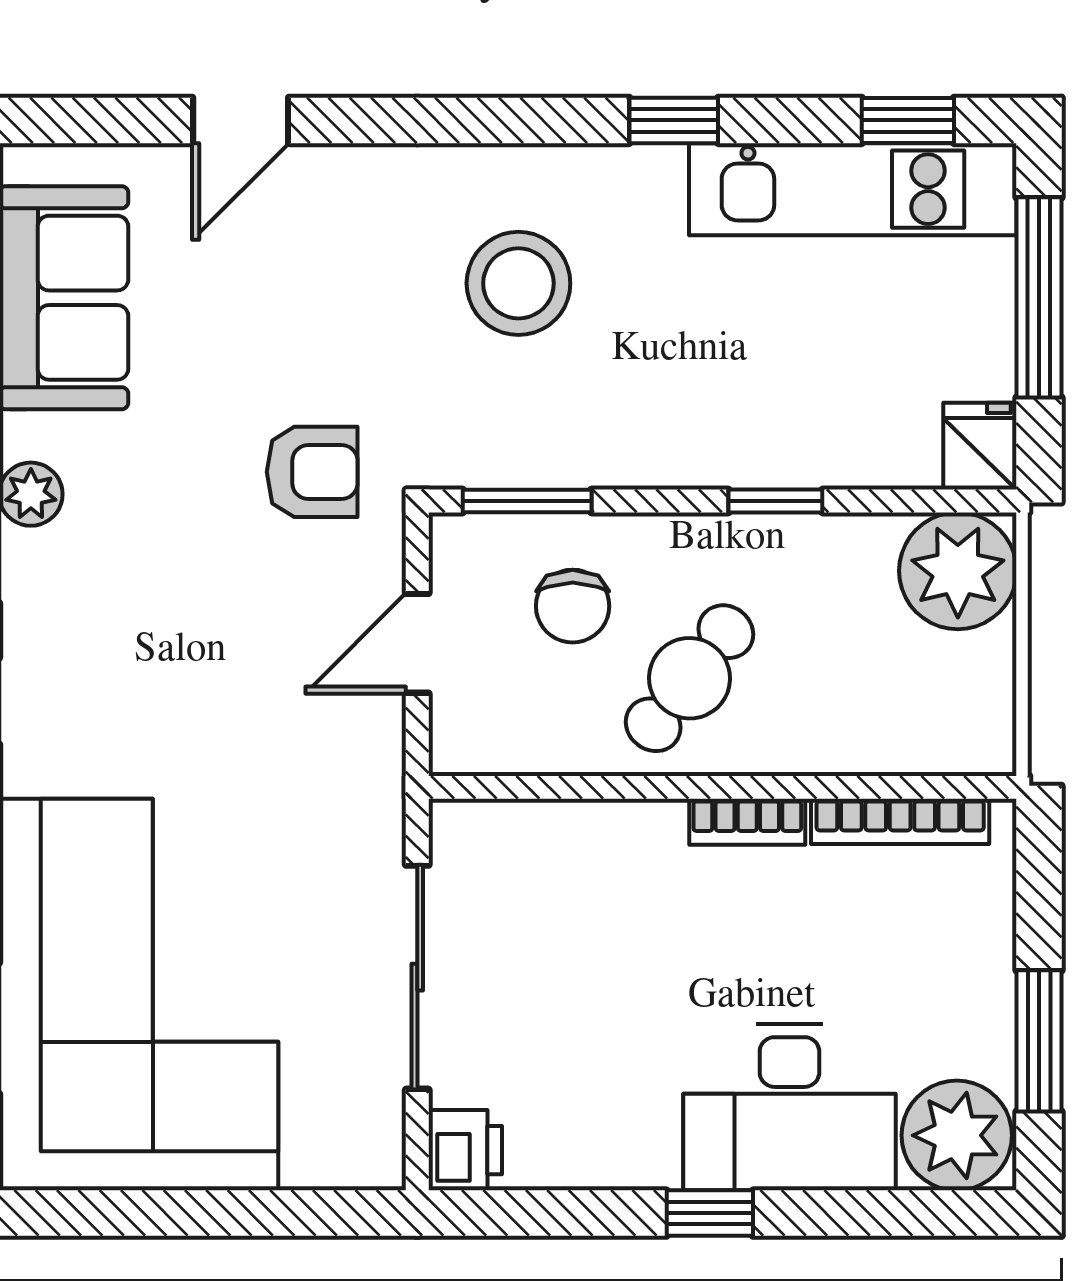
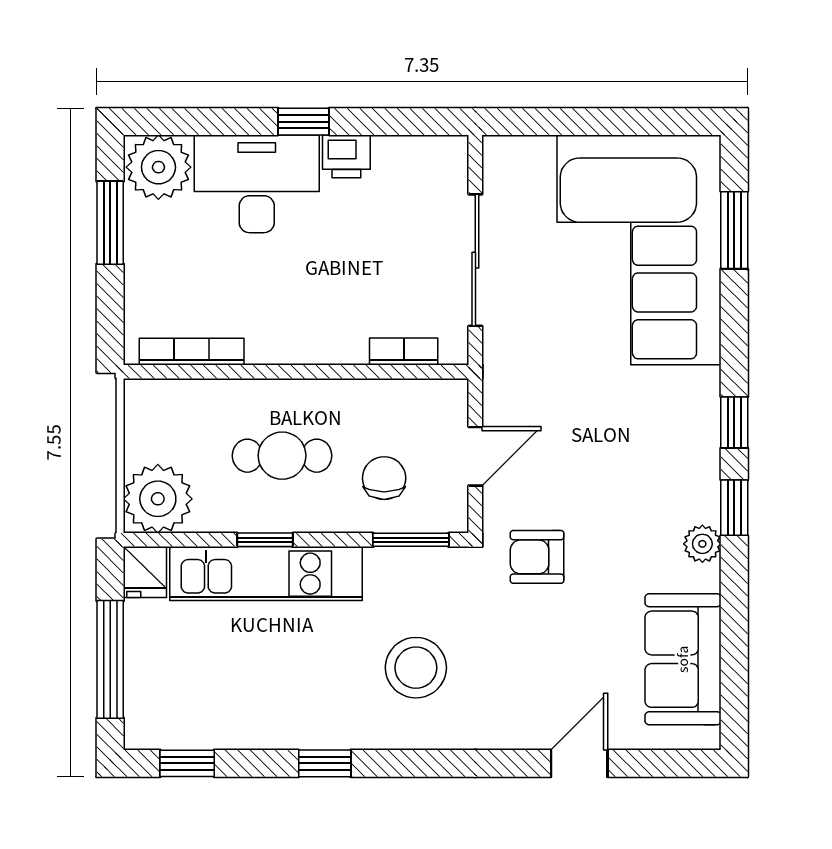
kitchen unit: (853, 189) -> (266, 574), moved, turned 180
cafe table: (690, 678) -> (282, 456), moved, turned 52
bookcase: (747, 822) -> (404, 351), moved
printer: (465, 1150) -> (346, 156), moved, turned -90

